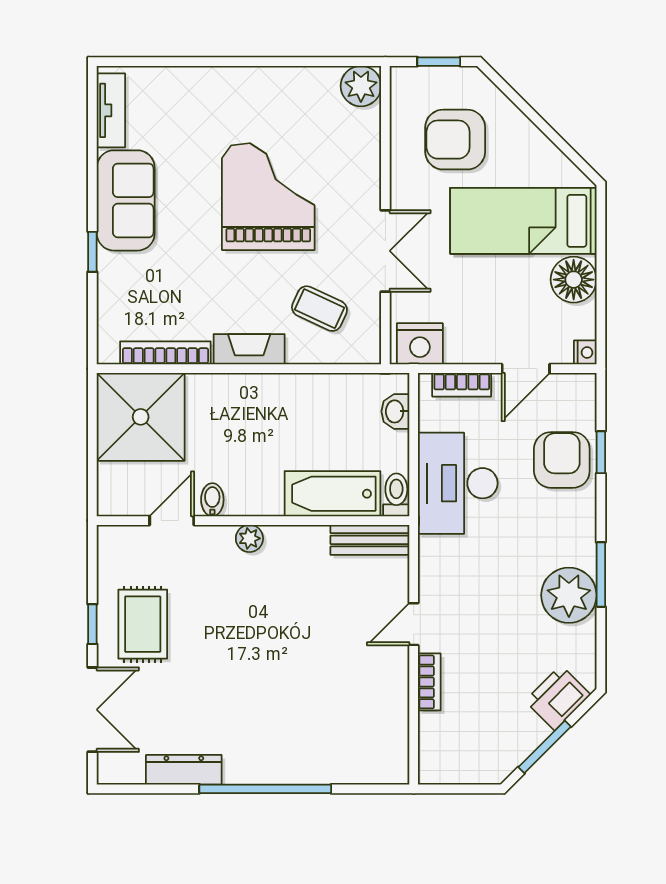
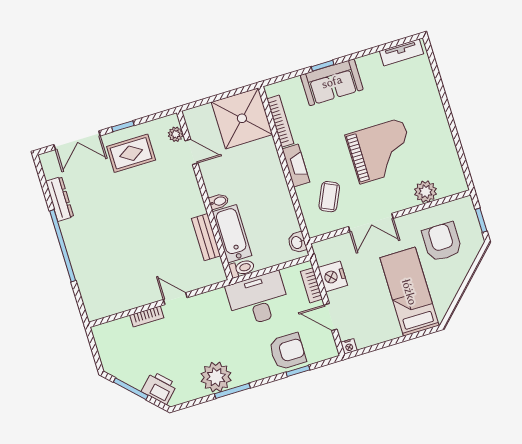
plant: (361, 86) -> (426, 192), moved
sofa: (126, 200) -> (332, 82), moved
floor lamp: (574, 280) -> (386, 328), removed
nightstand: (420, 344) -> (333, 276), moved
washbasin: (395, 411) -> (297, 242), moved, turned -90
bidet: (212, 500) -> (219, 201), moved
plant: (249, 538) -> (176, 134), moved
bench: (370, 540) -> (206, 237), moved

